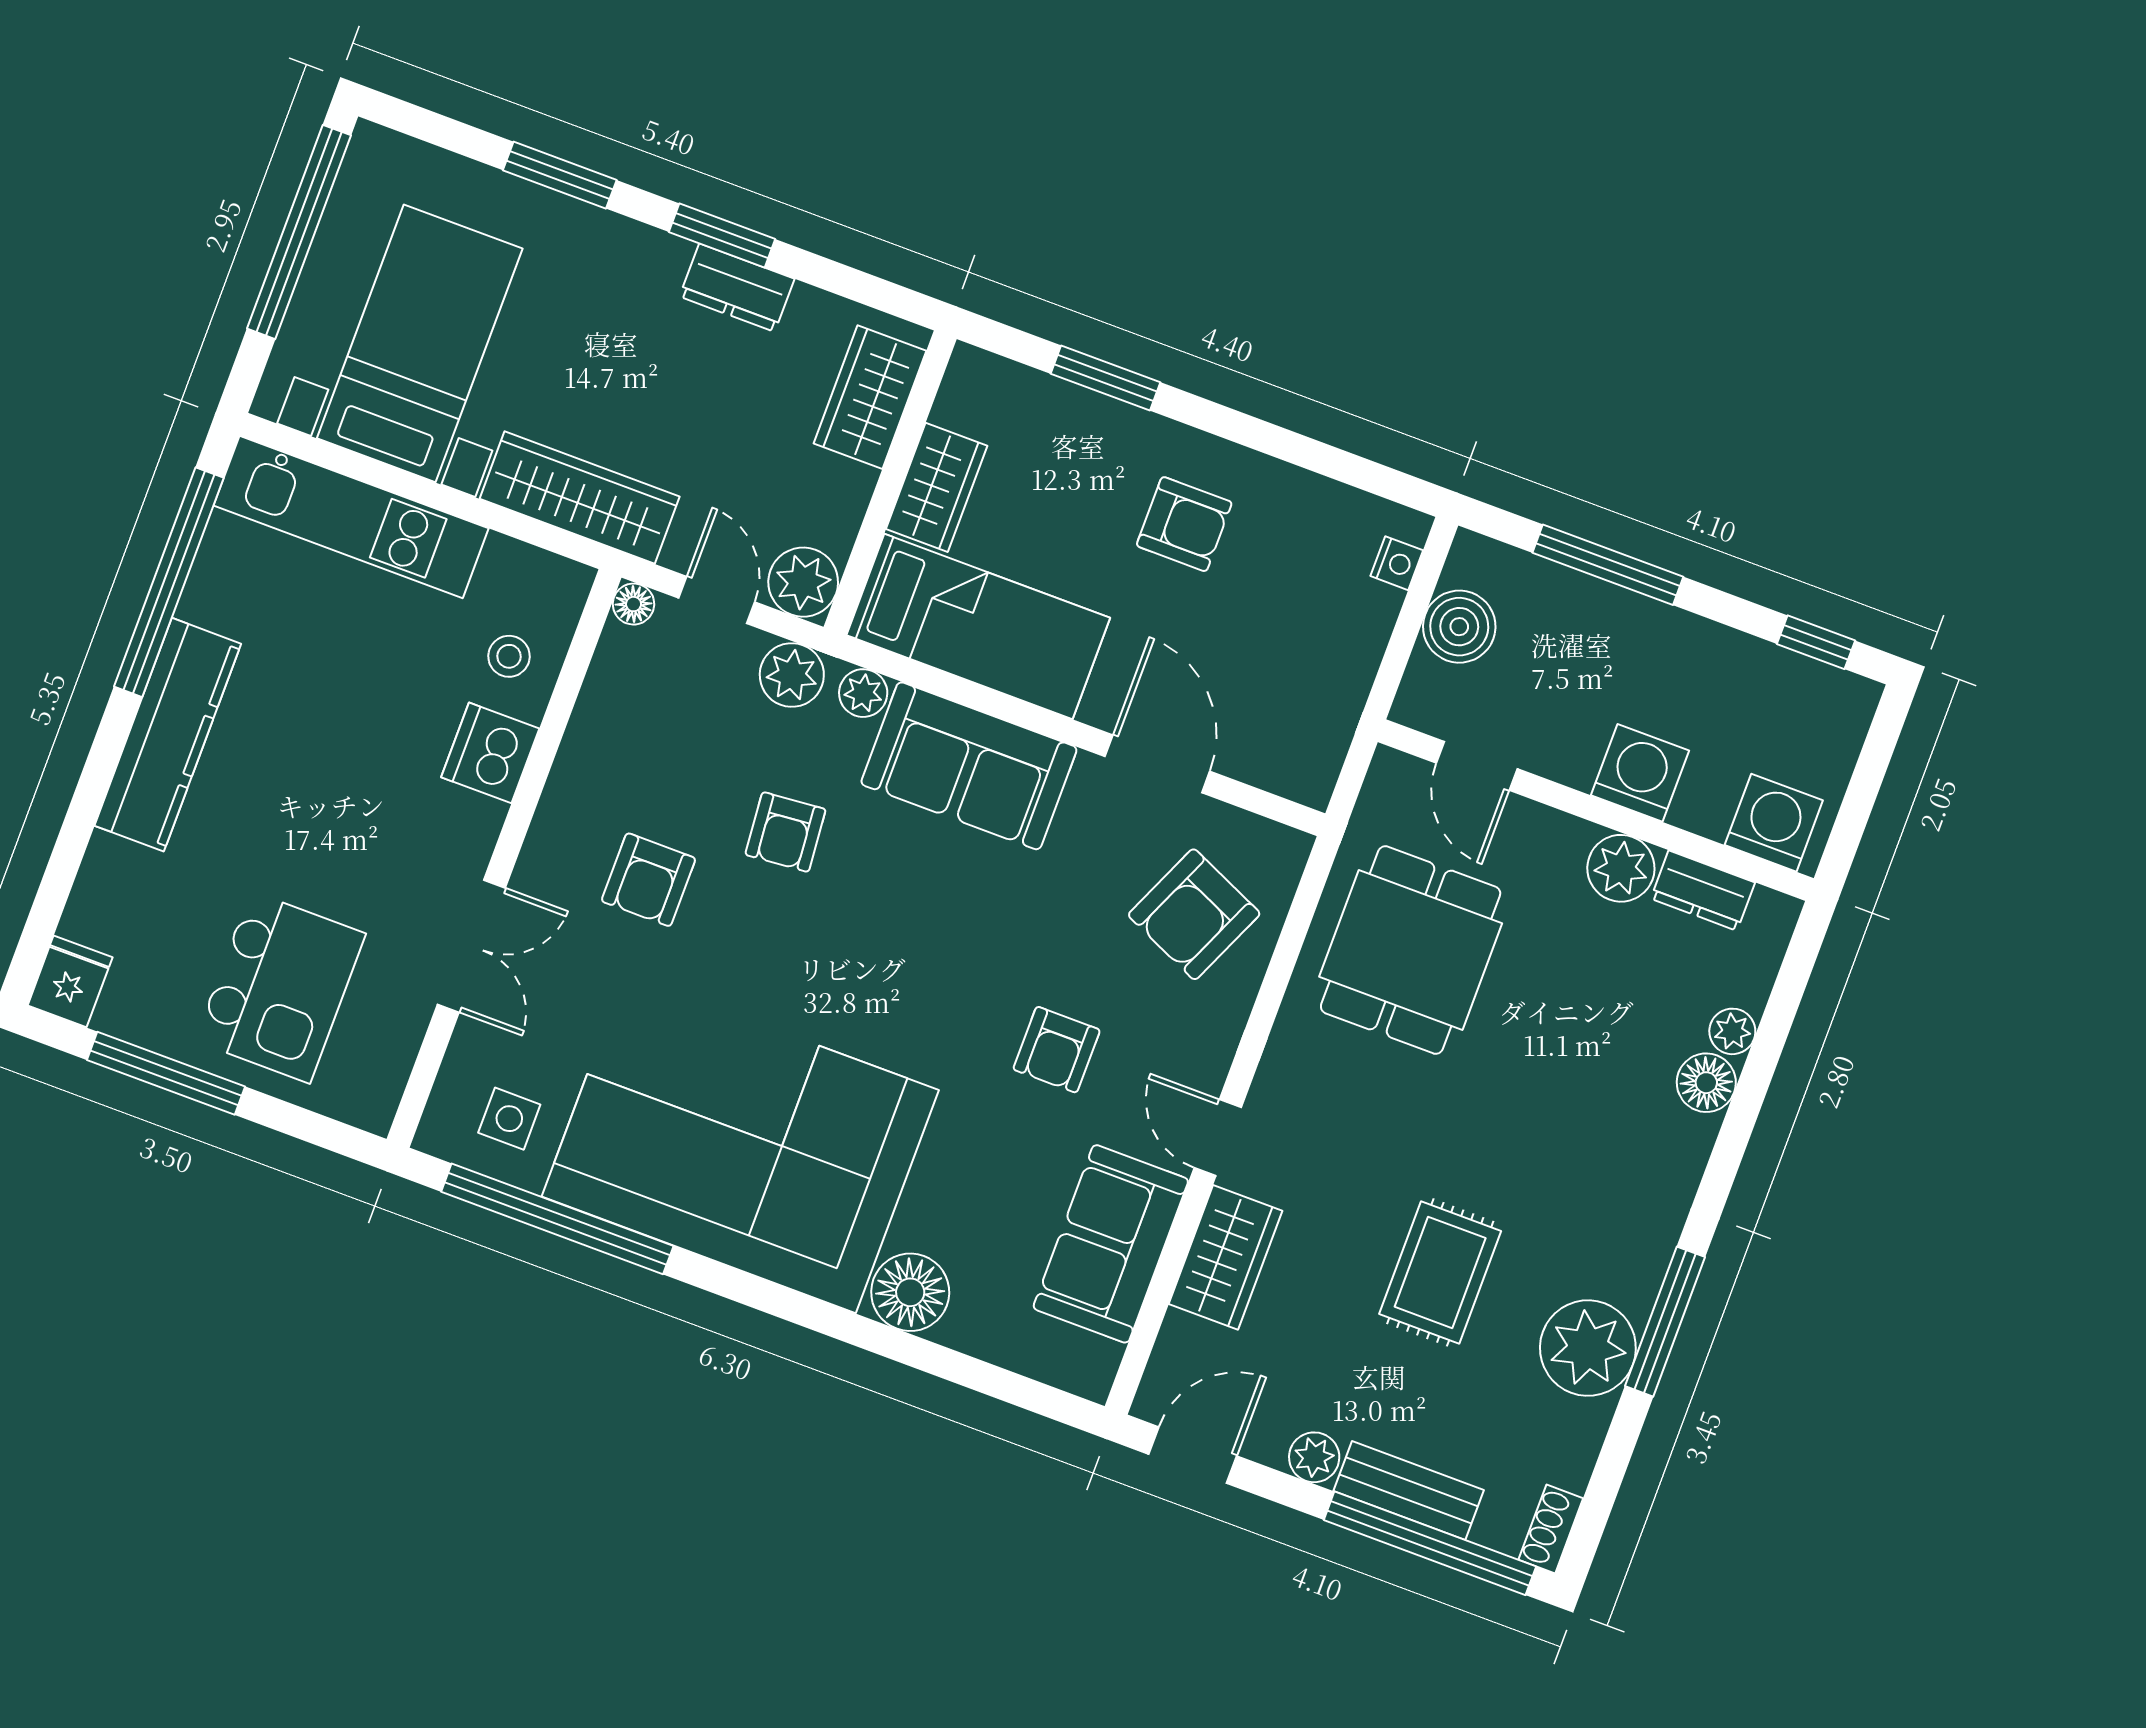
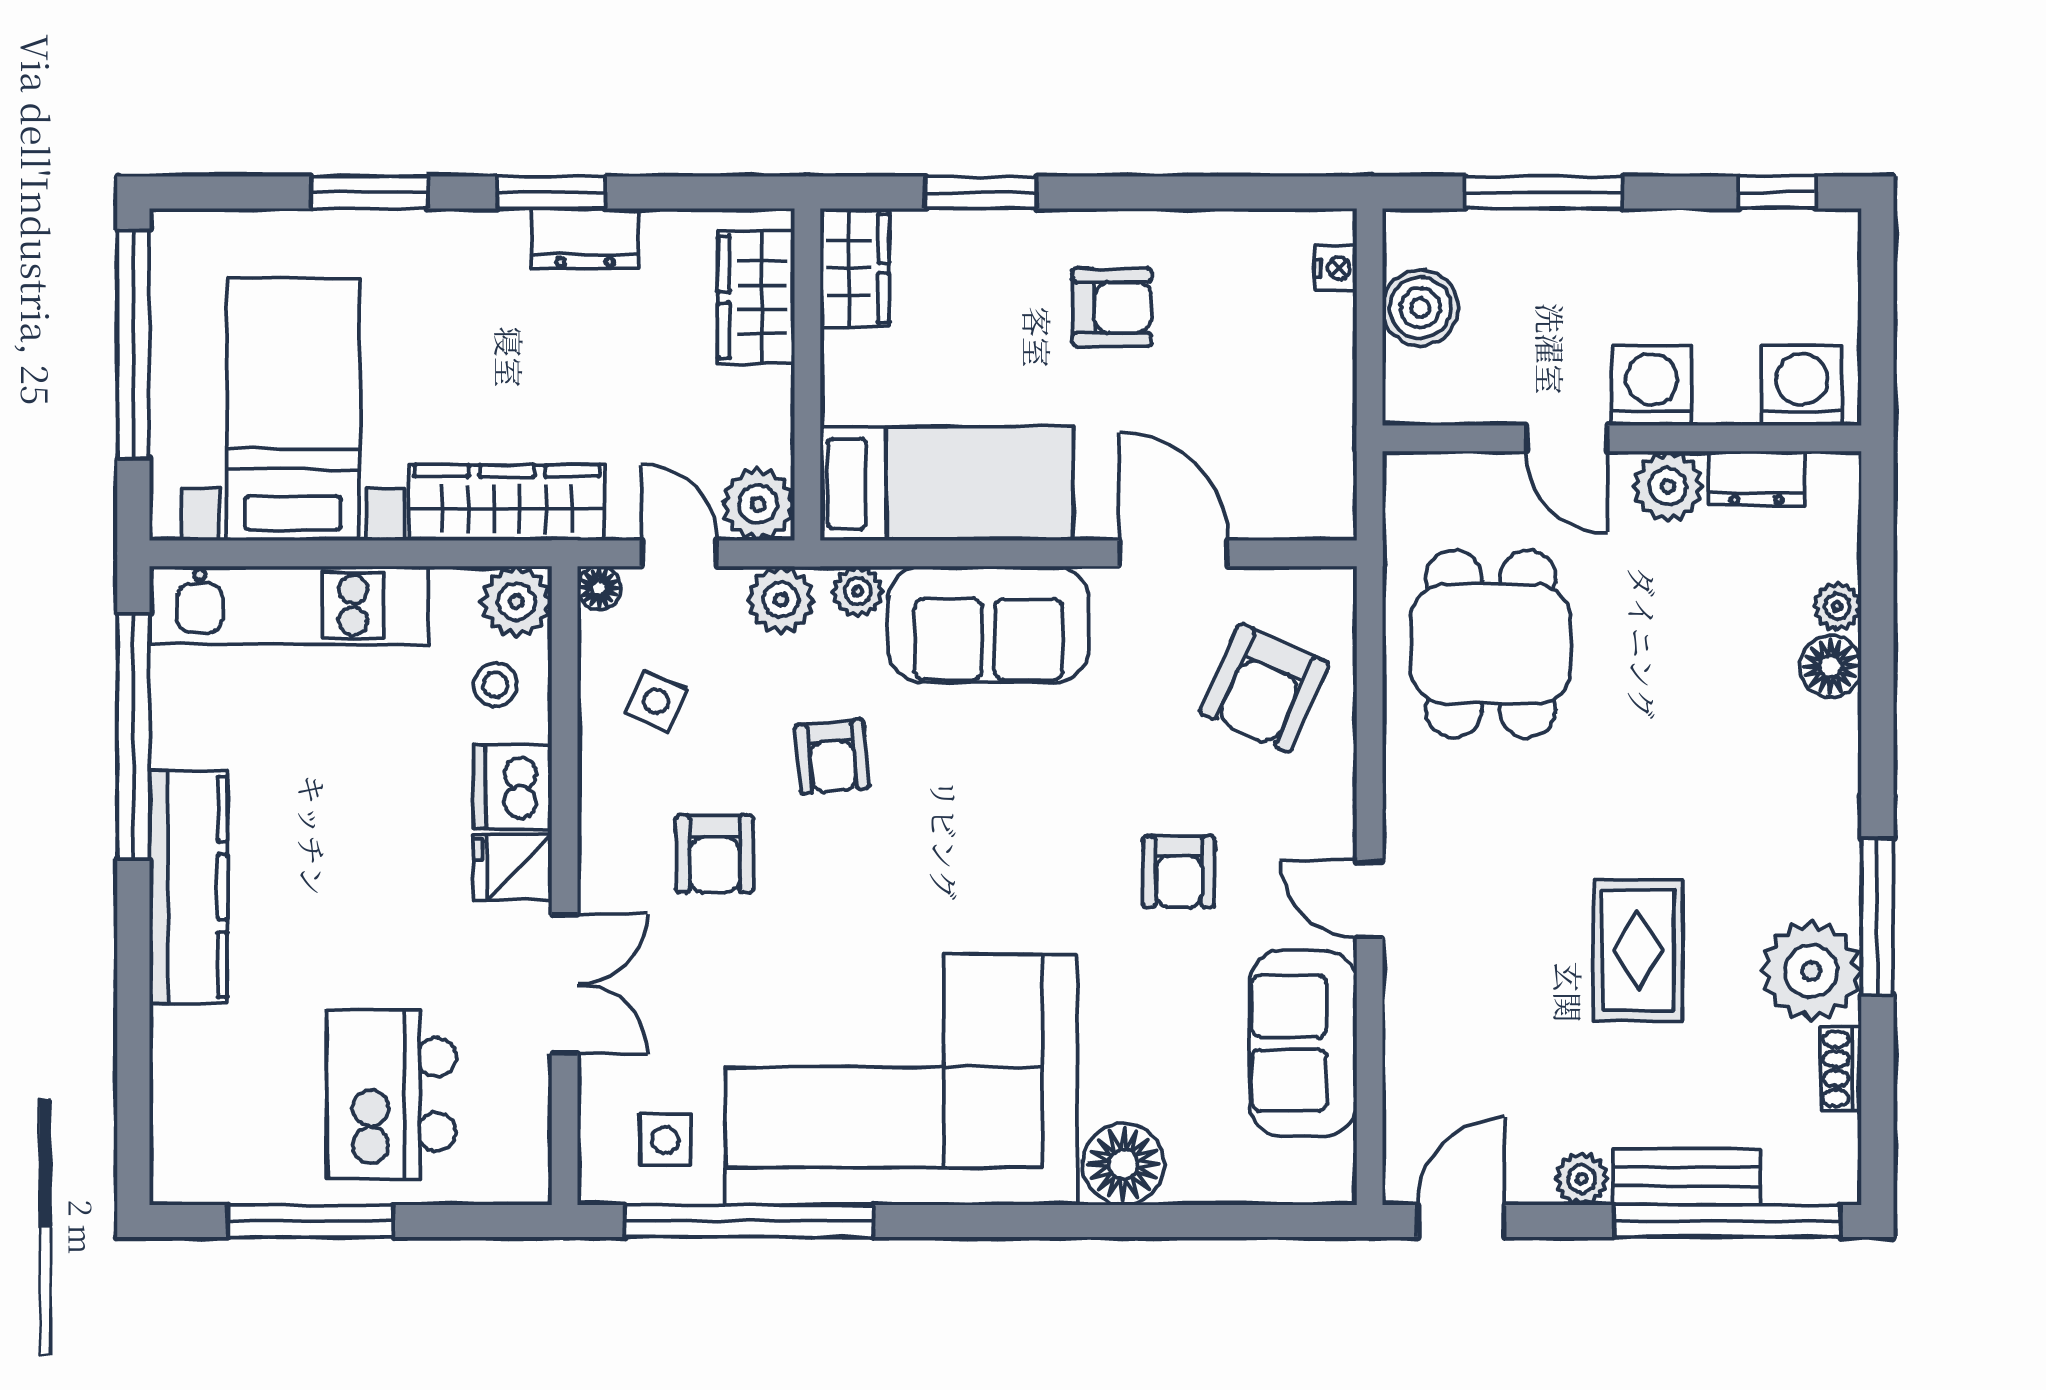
wardrobe: (937, 487) -> (855, 268), moved
plant: (555, 589) -> (516, 602), added
side table: (647, 724) -> (656, 701), added
door: (1477, 766) -> (1567, 438), moved
fridge: (70, 981) -> (512, 867), moved, turned -90
kitchen island: (280, 987) -> (391, 1095), turned 180
wardrobe: (1225, 1257) -> (1421, 1014), removed
shoe rack: (1551, 1529) -> (1841, 1069), moved

